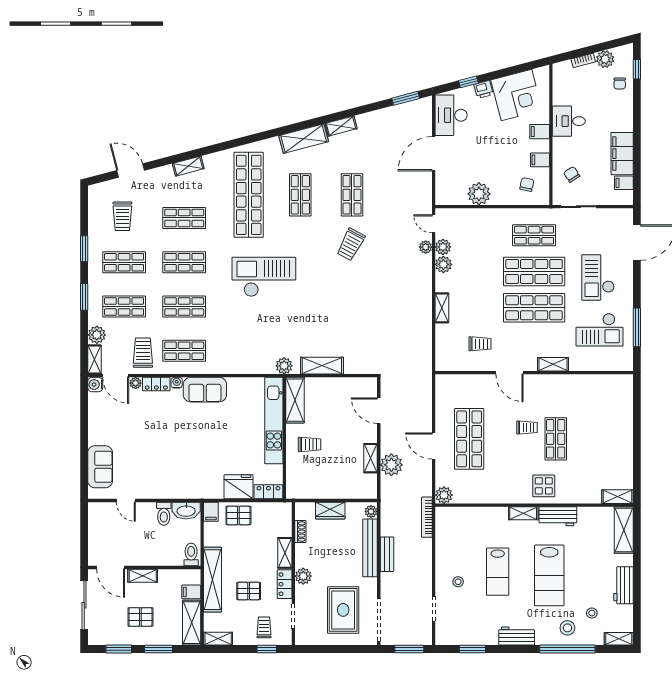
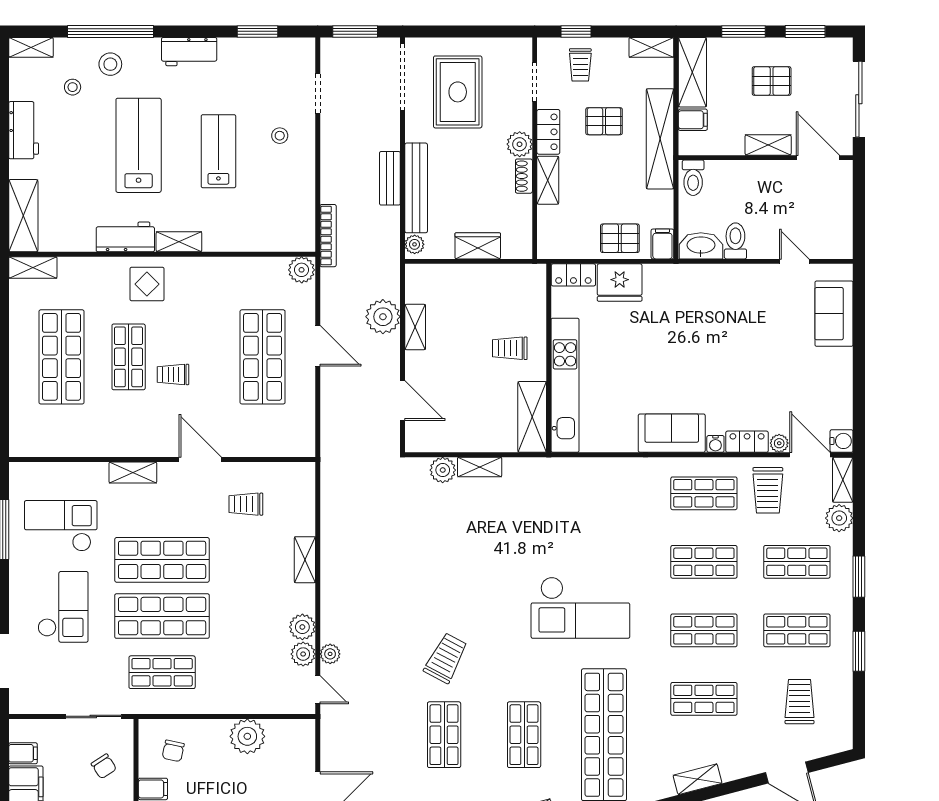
plant: (284, 366) -> (443, 470), moved
shelving: (322, 366) -> (480, 467), width x0.67, depth x0.75
shop shelf: (599, 439) -> (62, 357), added
shoe rack: (300, 532) -> (524, 176), moved

